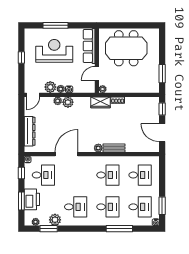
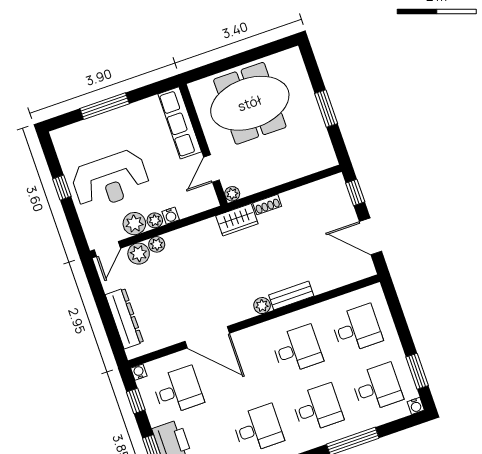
reception desk: (54, 51) -> (110, 180), moved, turned 180
window: (162, 74) -> (326, 108), moved
plant: (68, 102) -> (139, 254), moved
door: (66, 154) -> (207, 337), swing flipped

